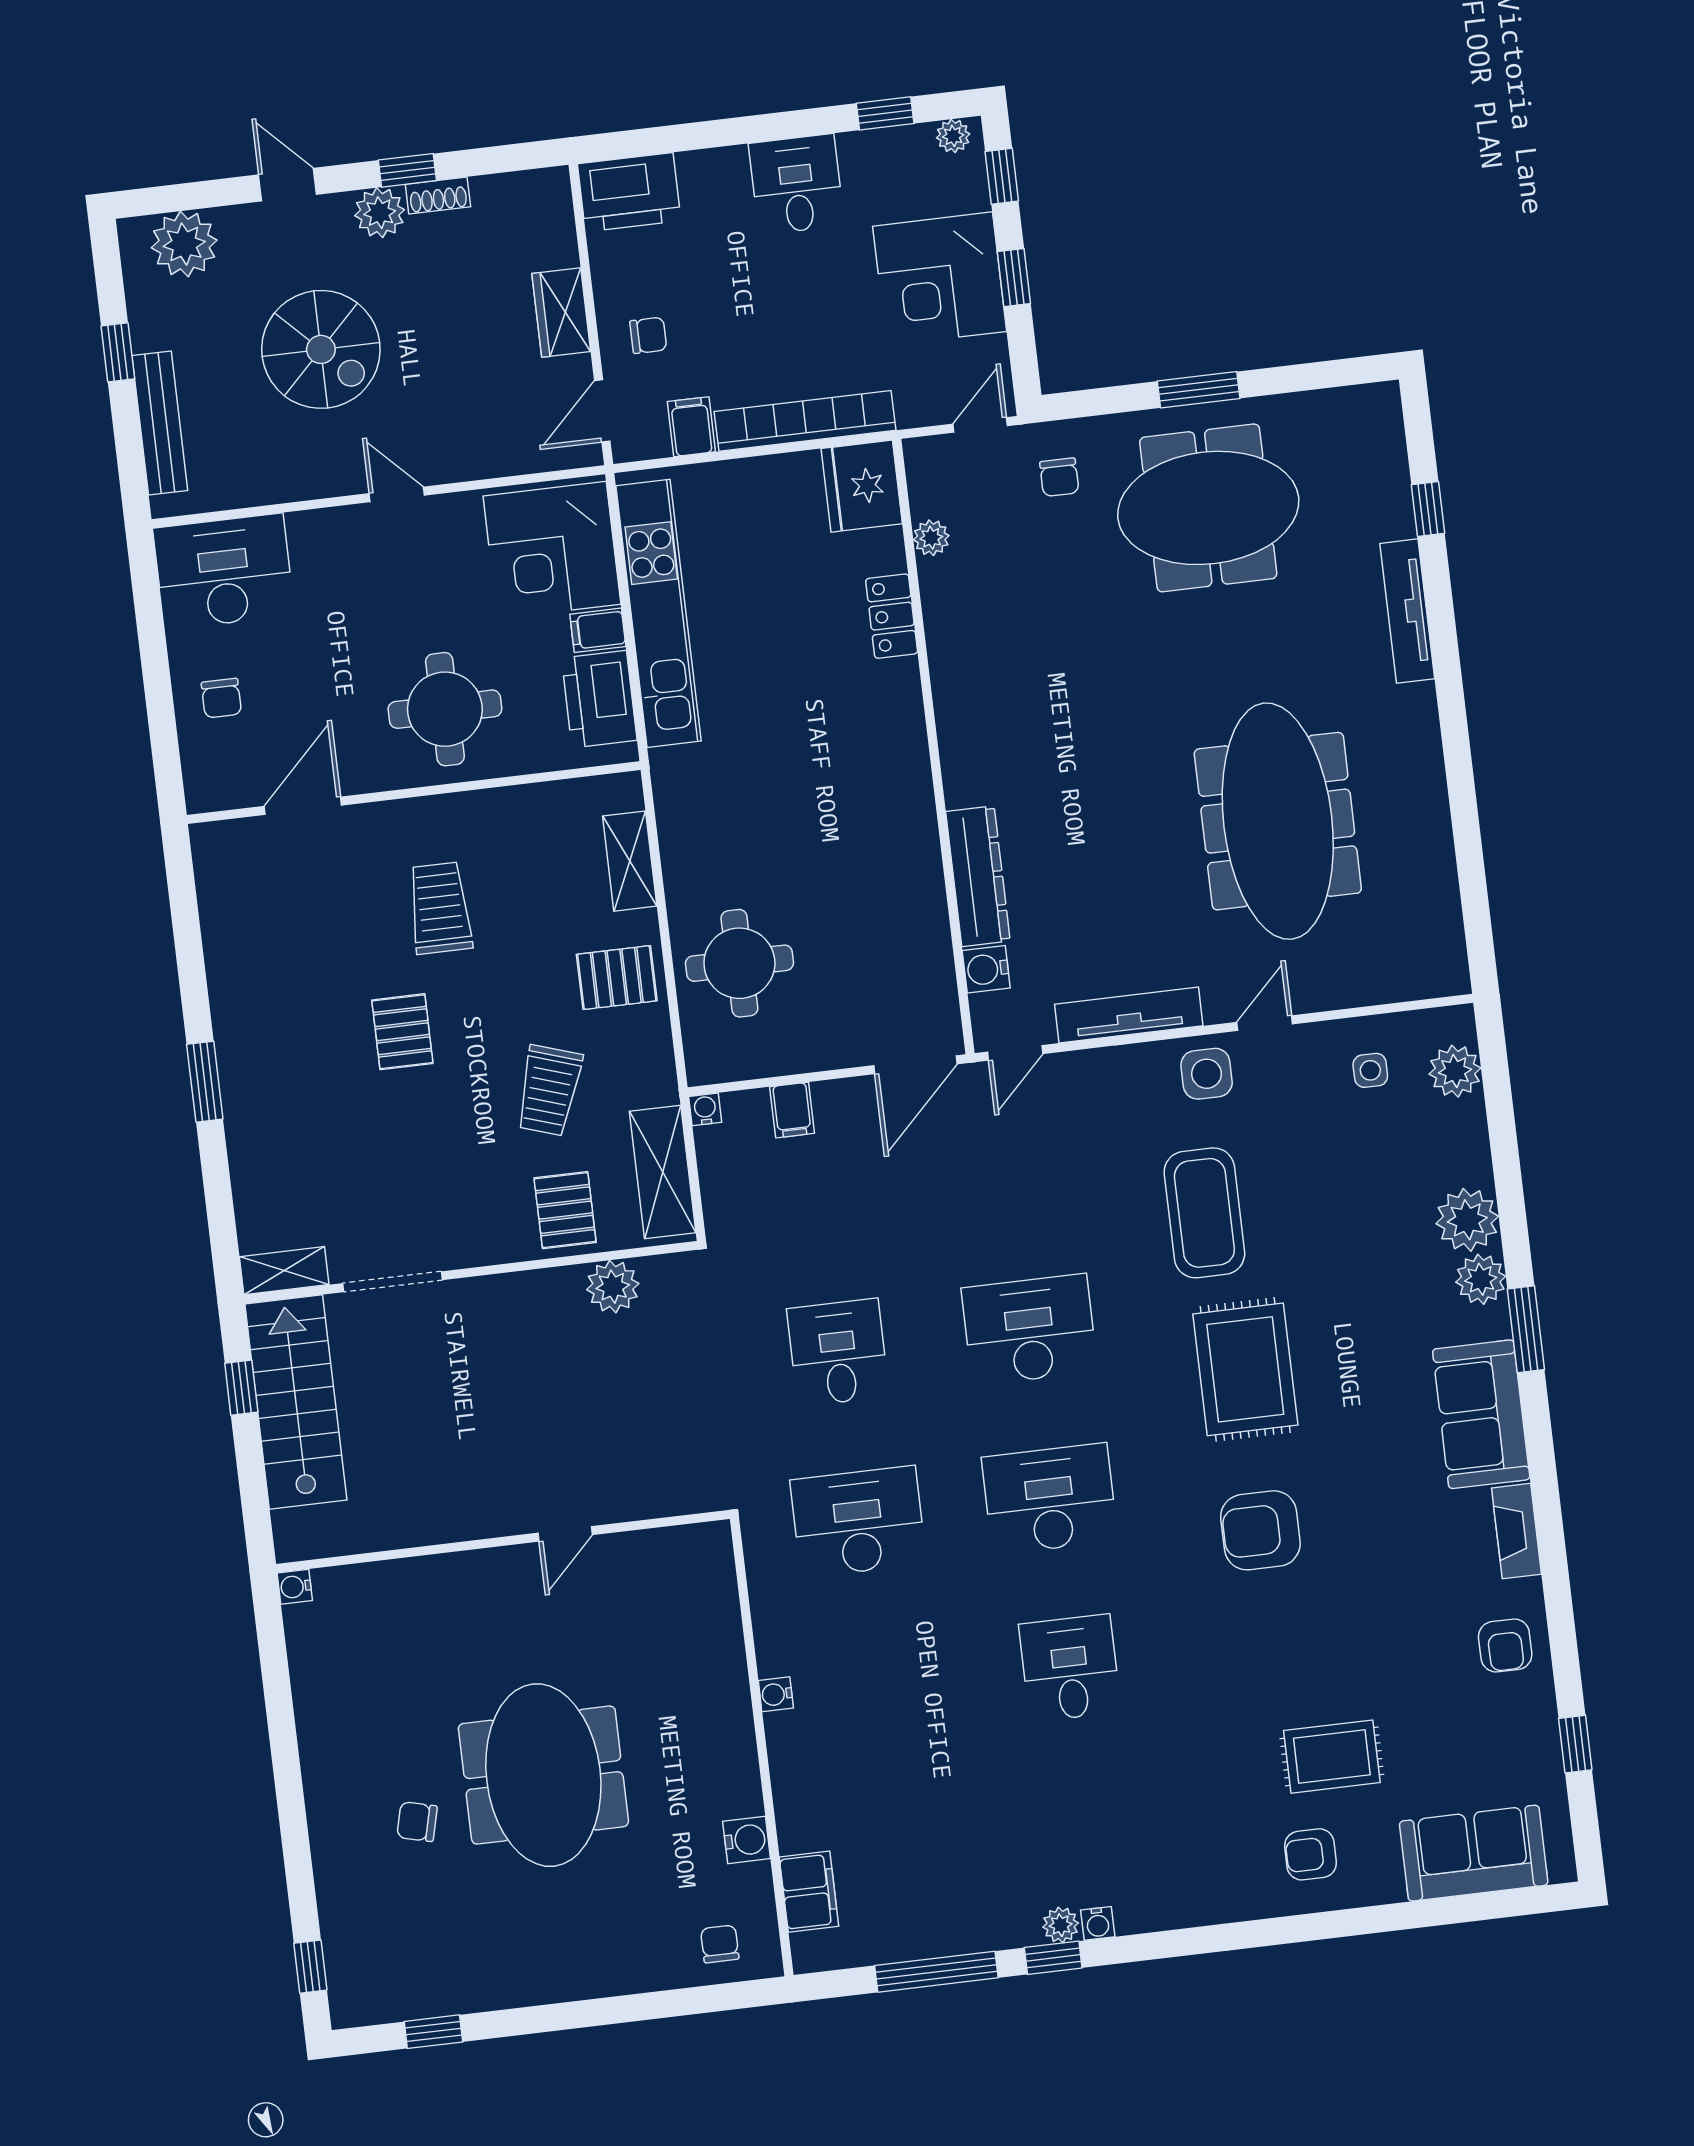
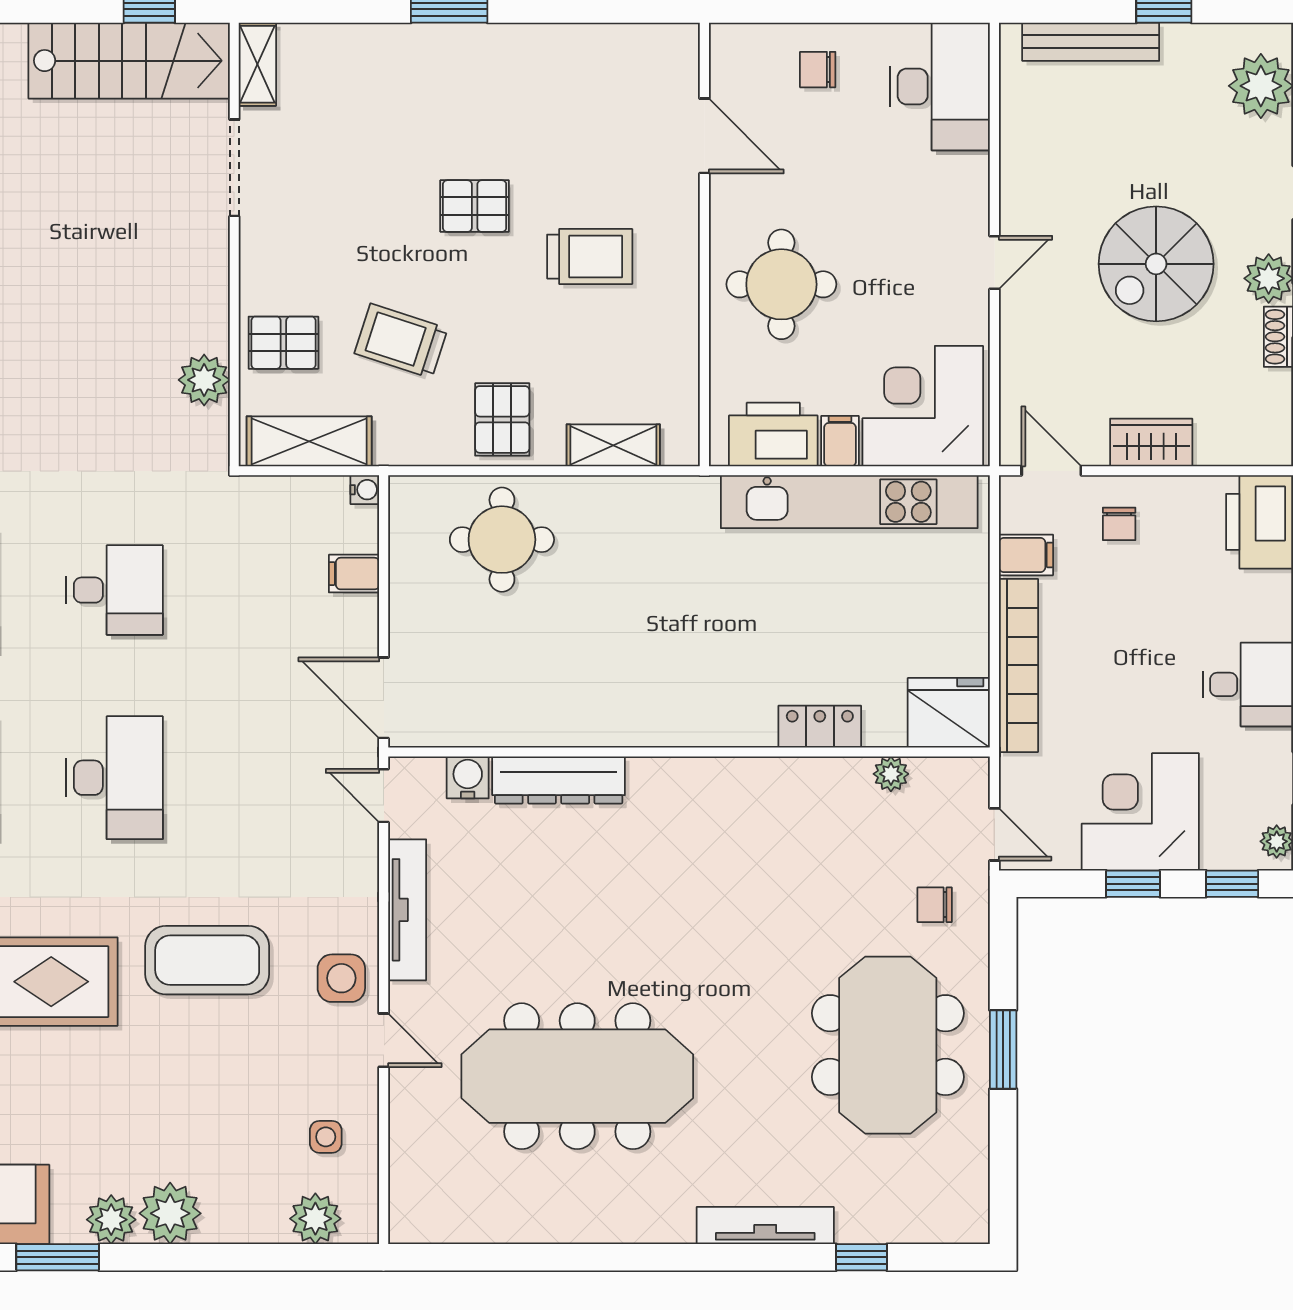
spiral stairs: (321, 349) -> (1156, 264), moved

